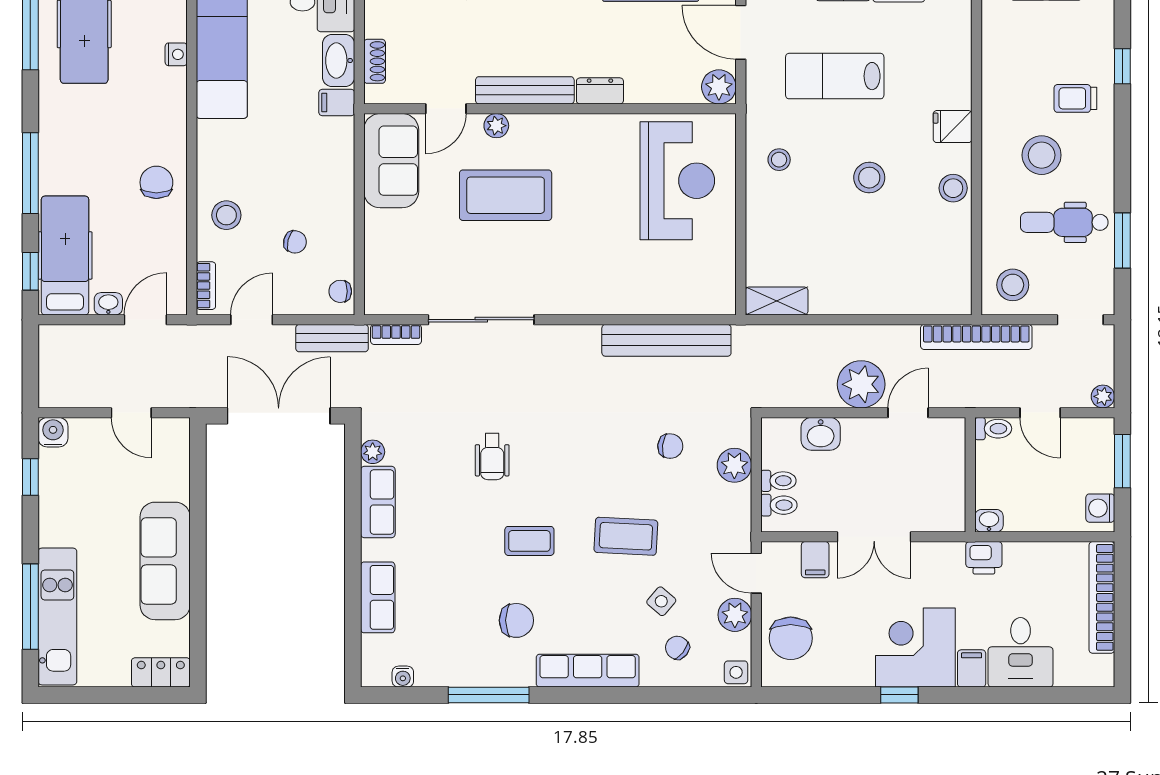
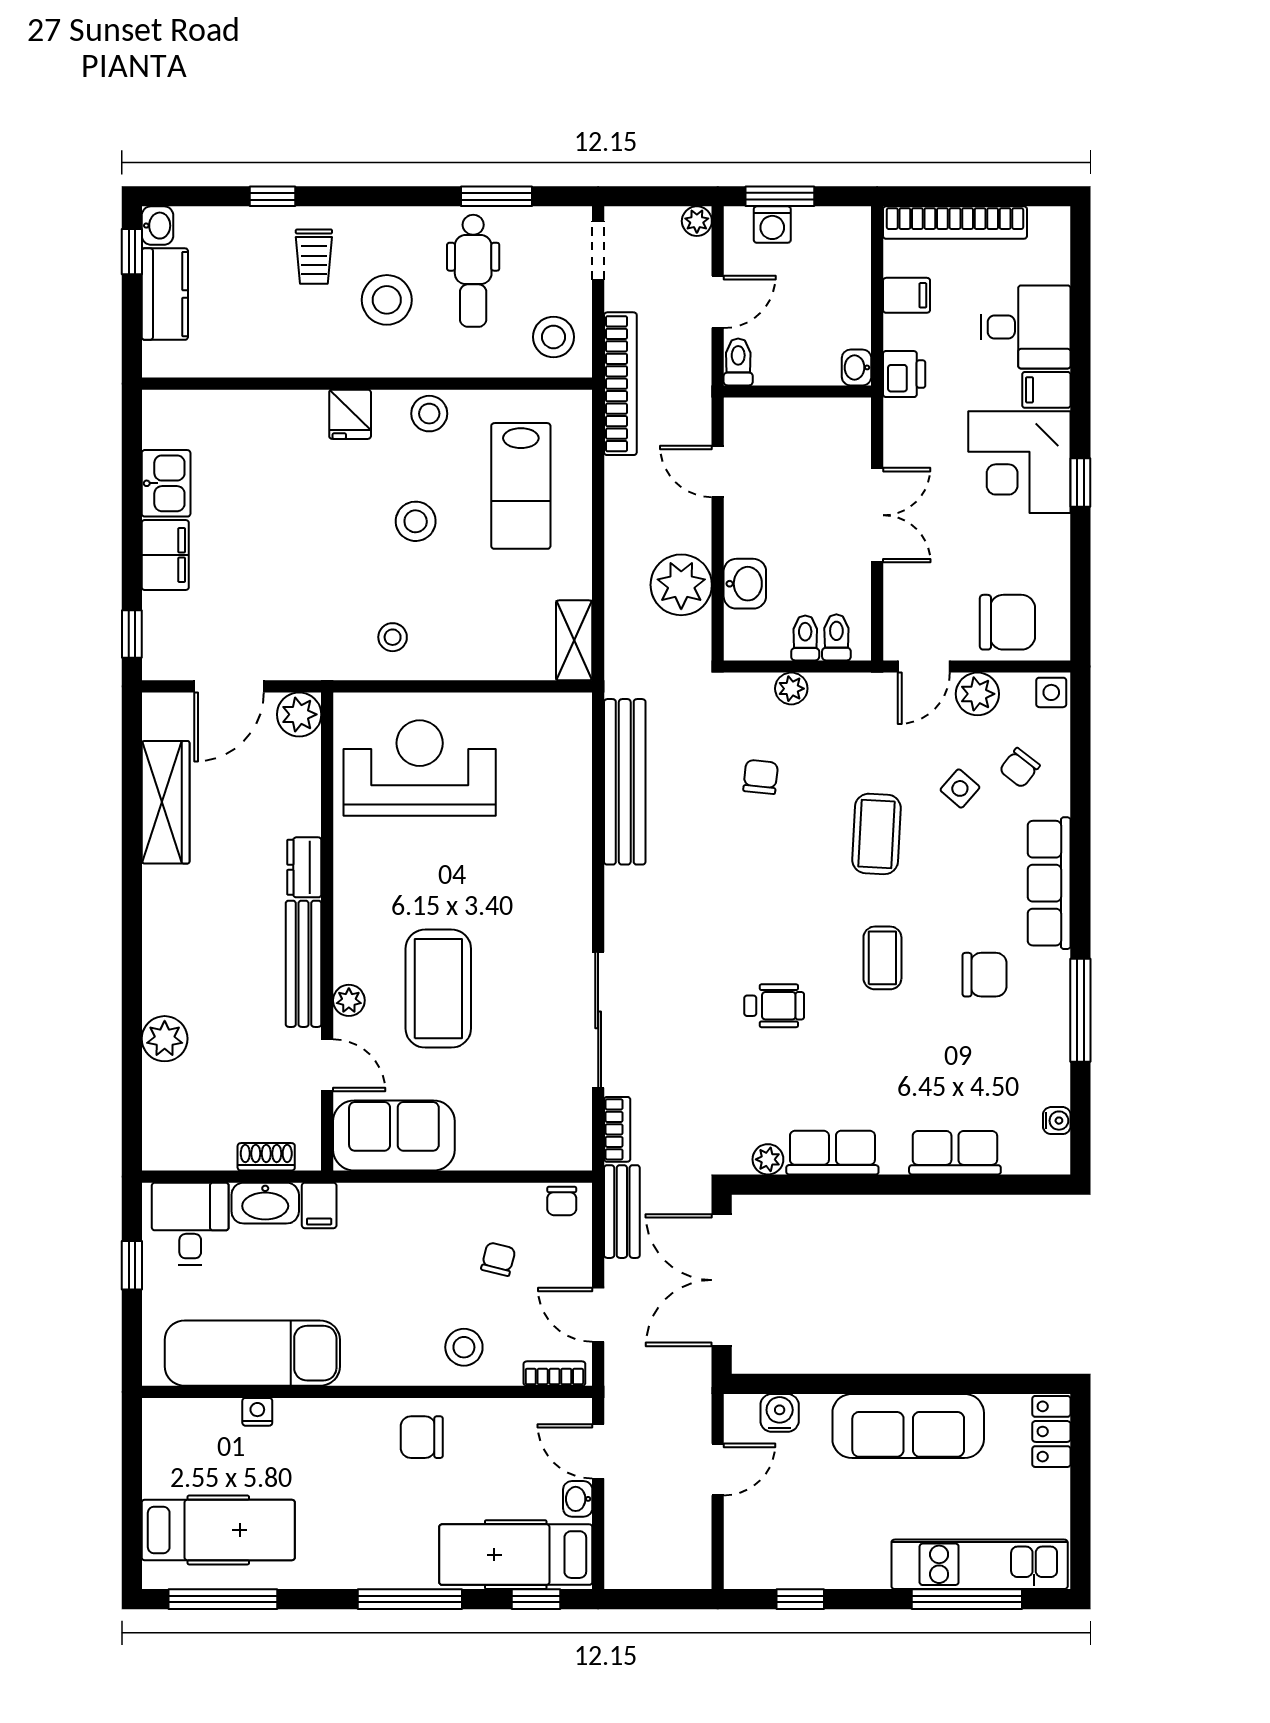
lab bench: (835, 76) -> (521, 486), moved
plant: (861, 384) -> (681, 585), moved
water cooler: (53, 432) -> (780, 1413), moved, turned 90
plant: (734, 465) -> (791, 689), width x0.73, depth x0.73
washing machine: (1100, 508) -> (772, 225), moved
filing cabinet: (815, 560) -> (907, 295), moved
chair: (516, 620) -> (985, 975), turned 90

